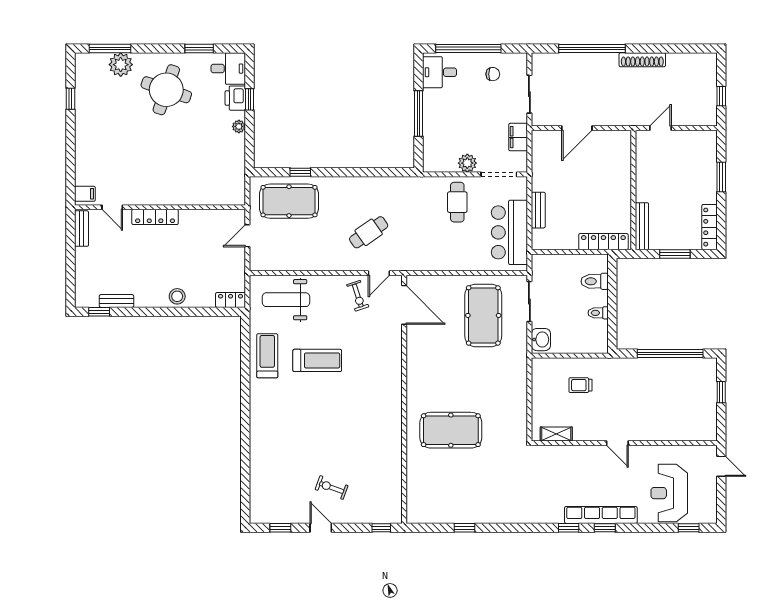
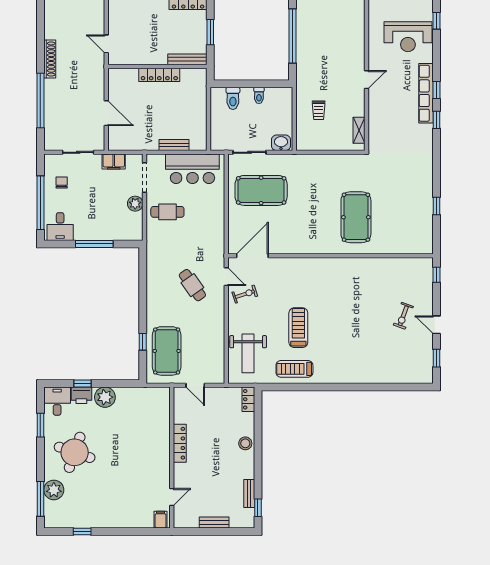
plant: (239, 126) -> (105, 397), width x1.87, depth x1.87
locker: (155, 217) -> (180, 443), moved
bench: (81, 229) -> (214, 522), moved
locker: (603, 242) -> (159, 75), moved, turned -90
door: (321, 528) -> (436, 325), hinge flipped

